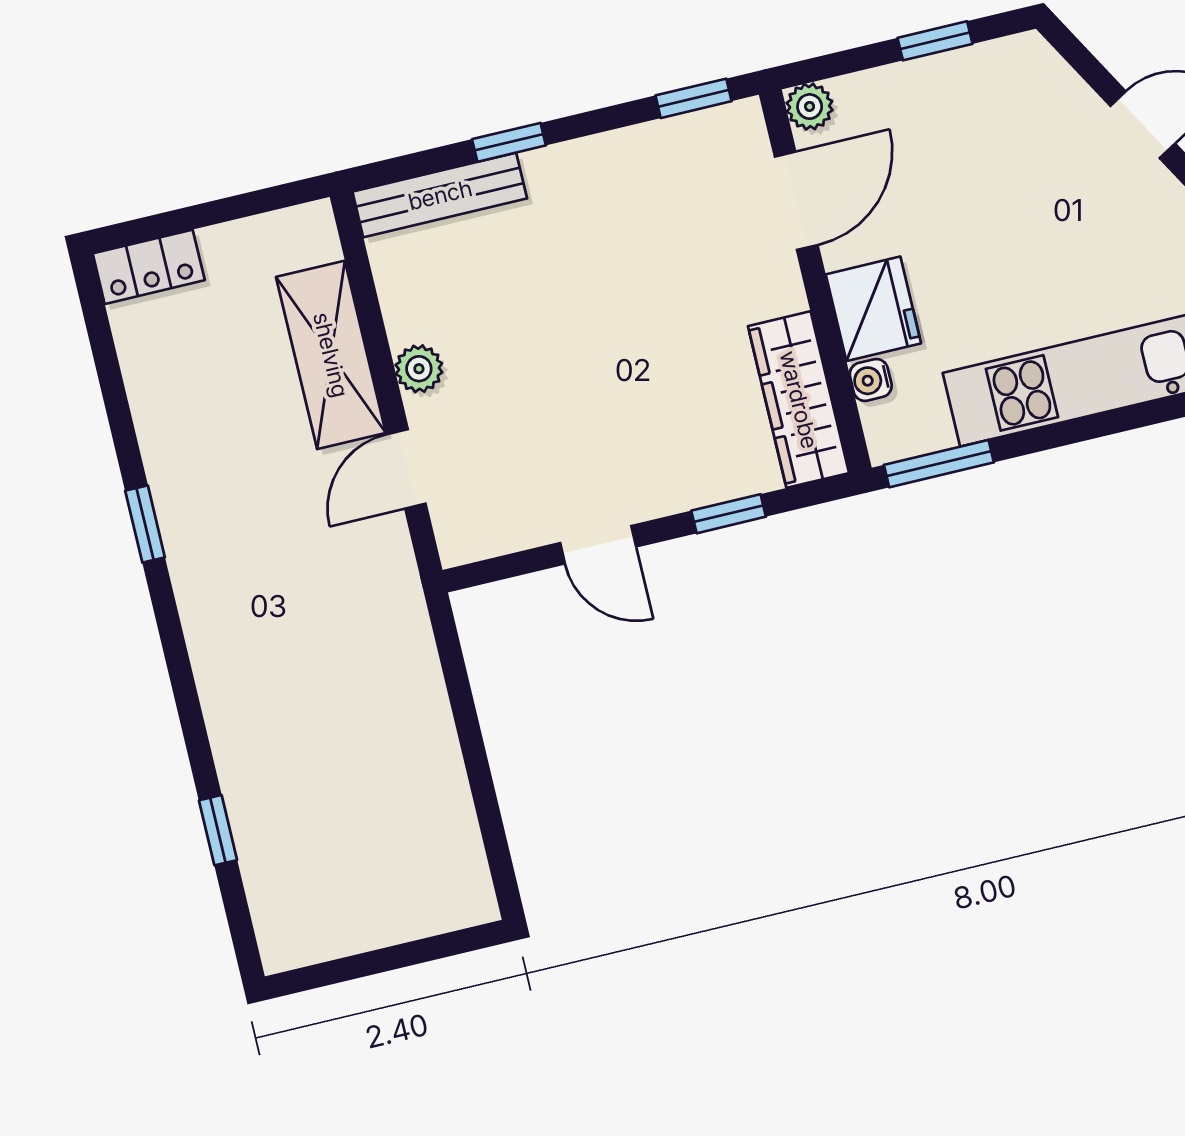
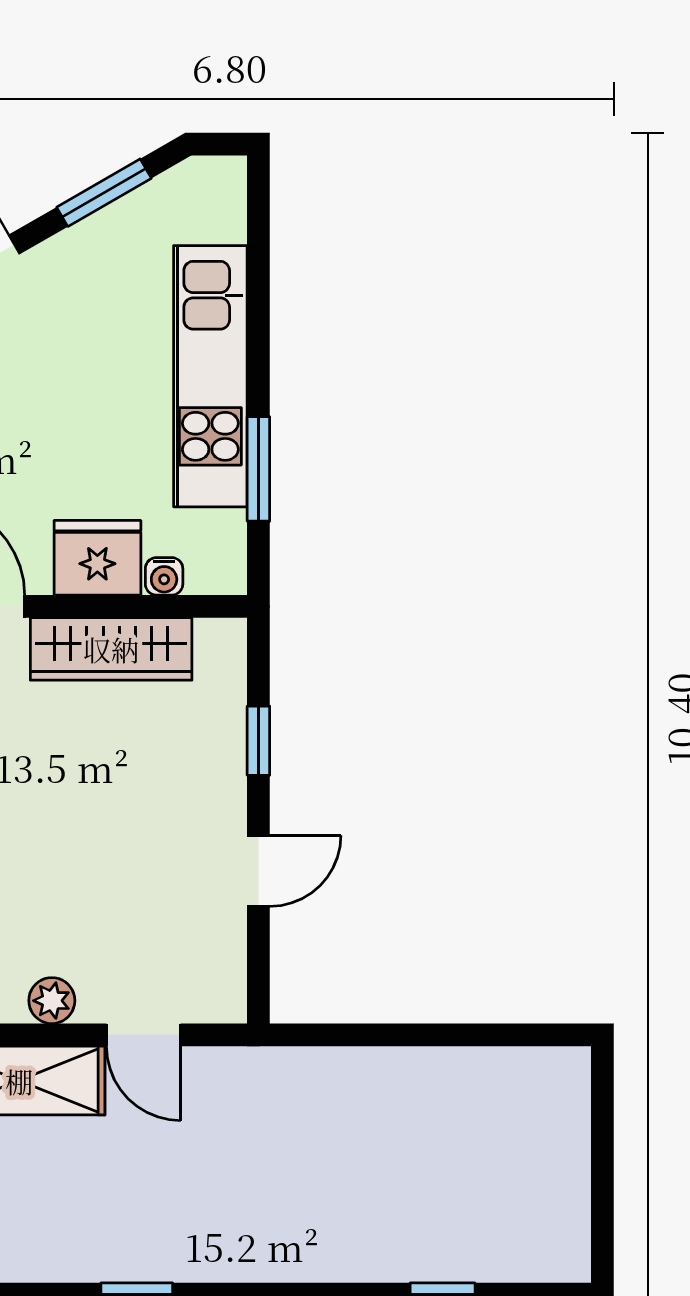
wardrobe: (799, 400) -> (111, 649), moved
window: (939, 464) -> (258, 469), moved

